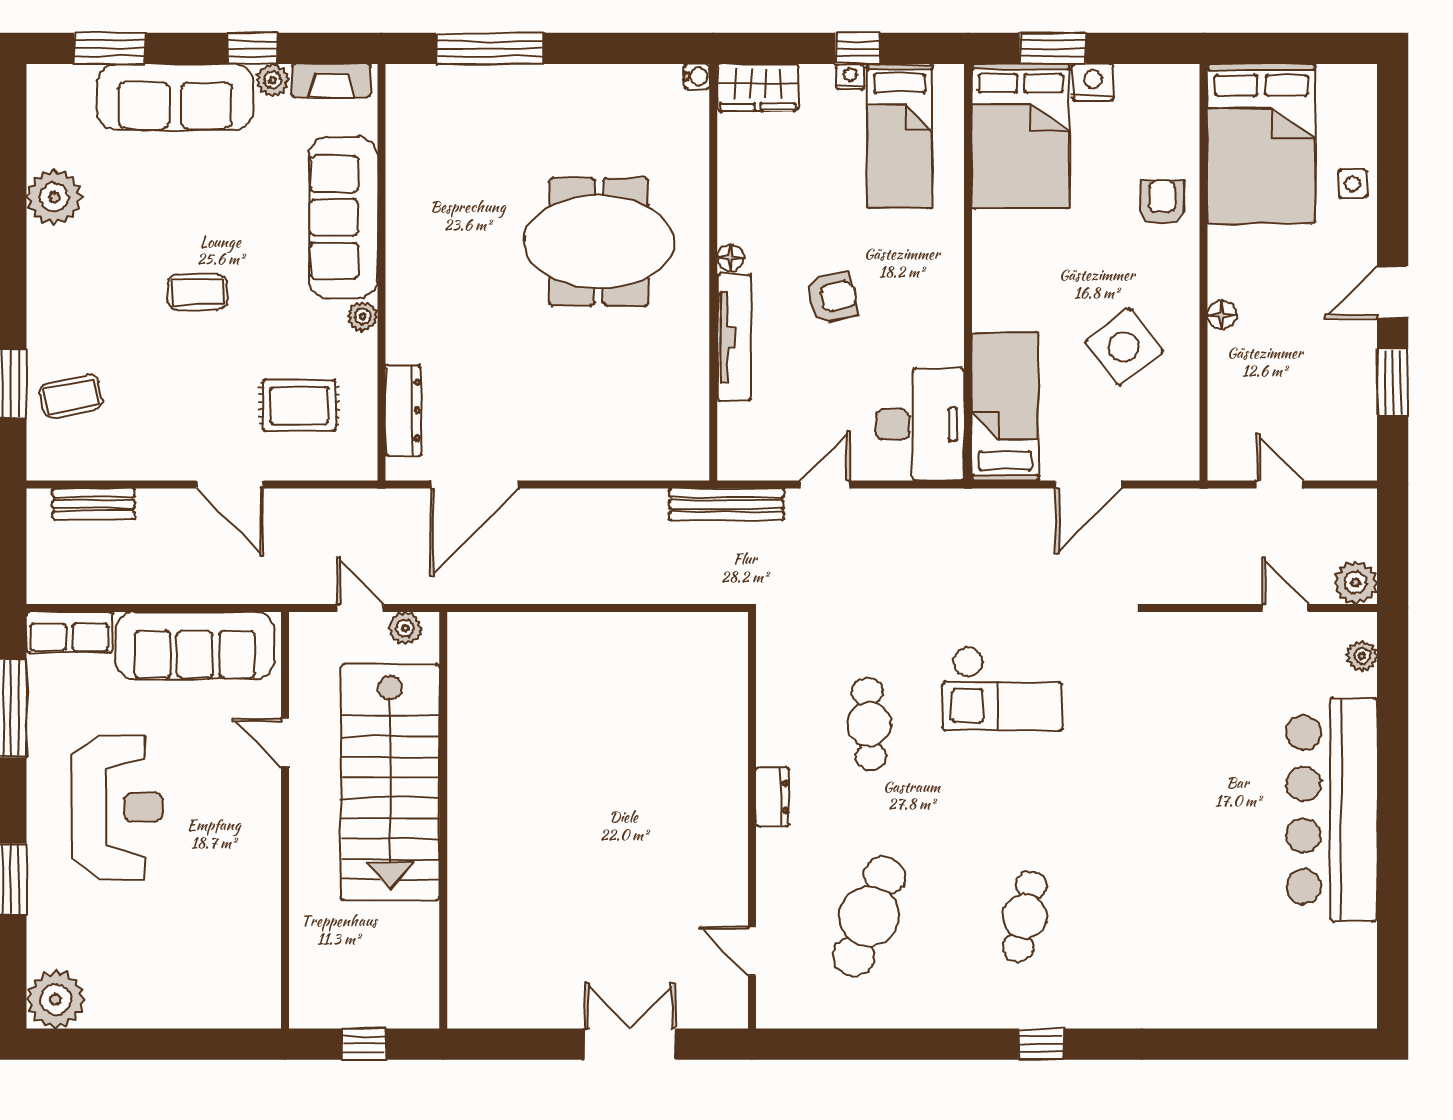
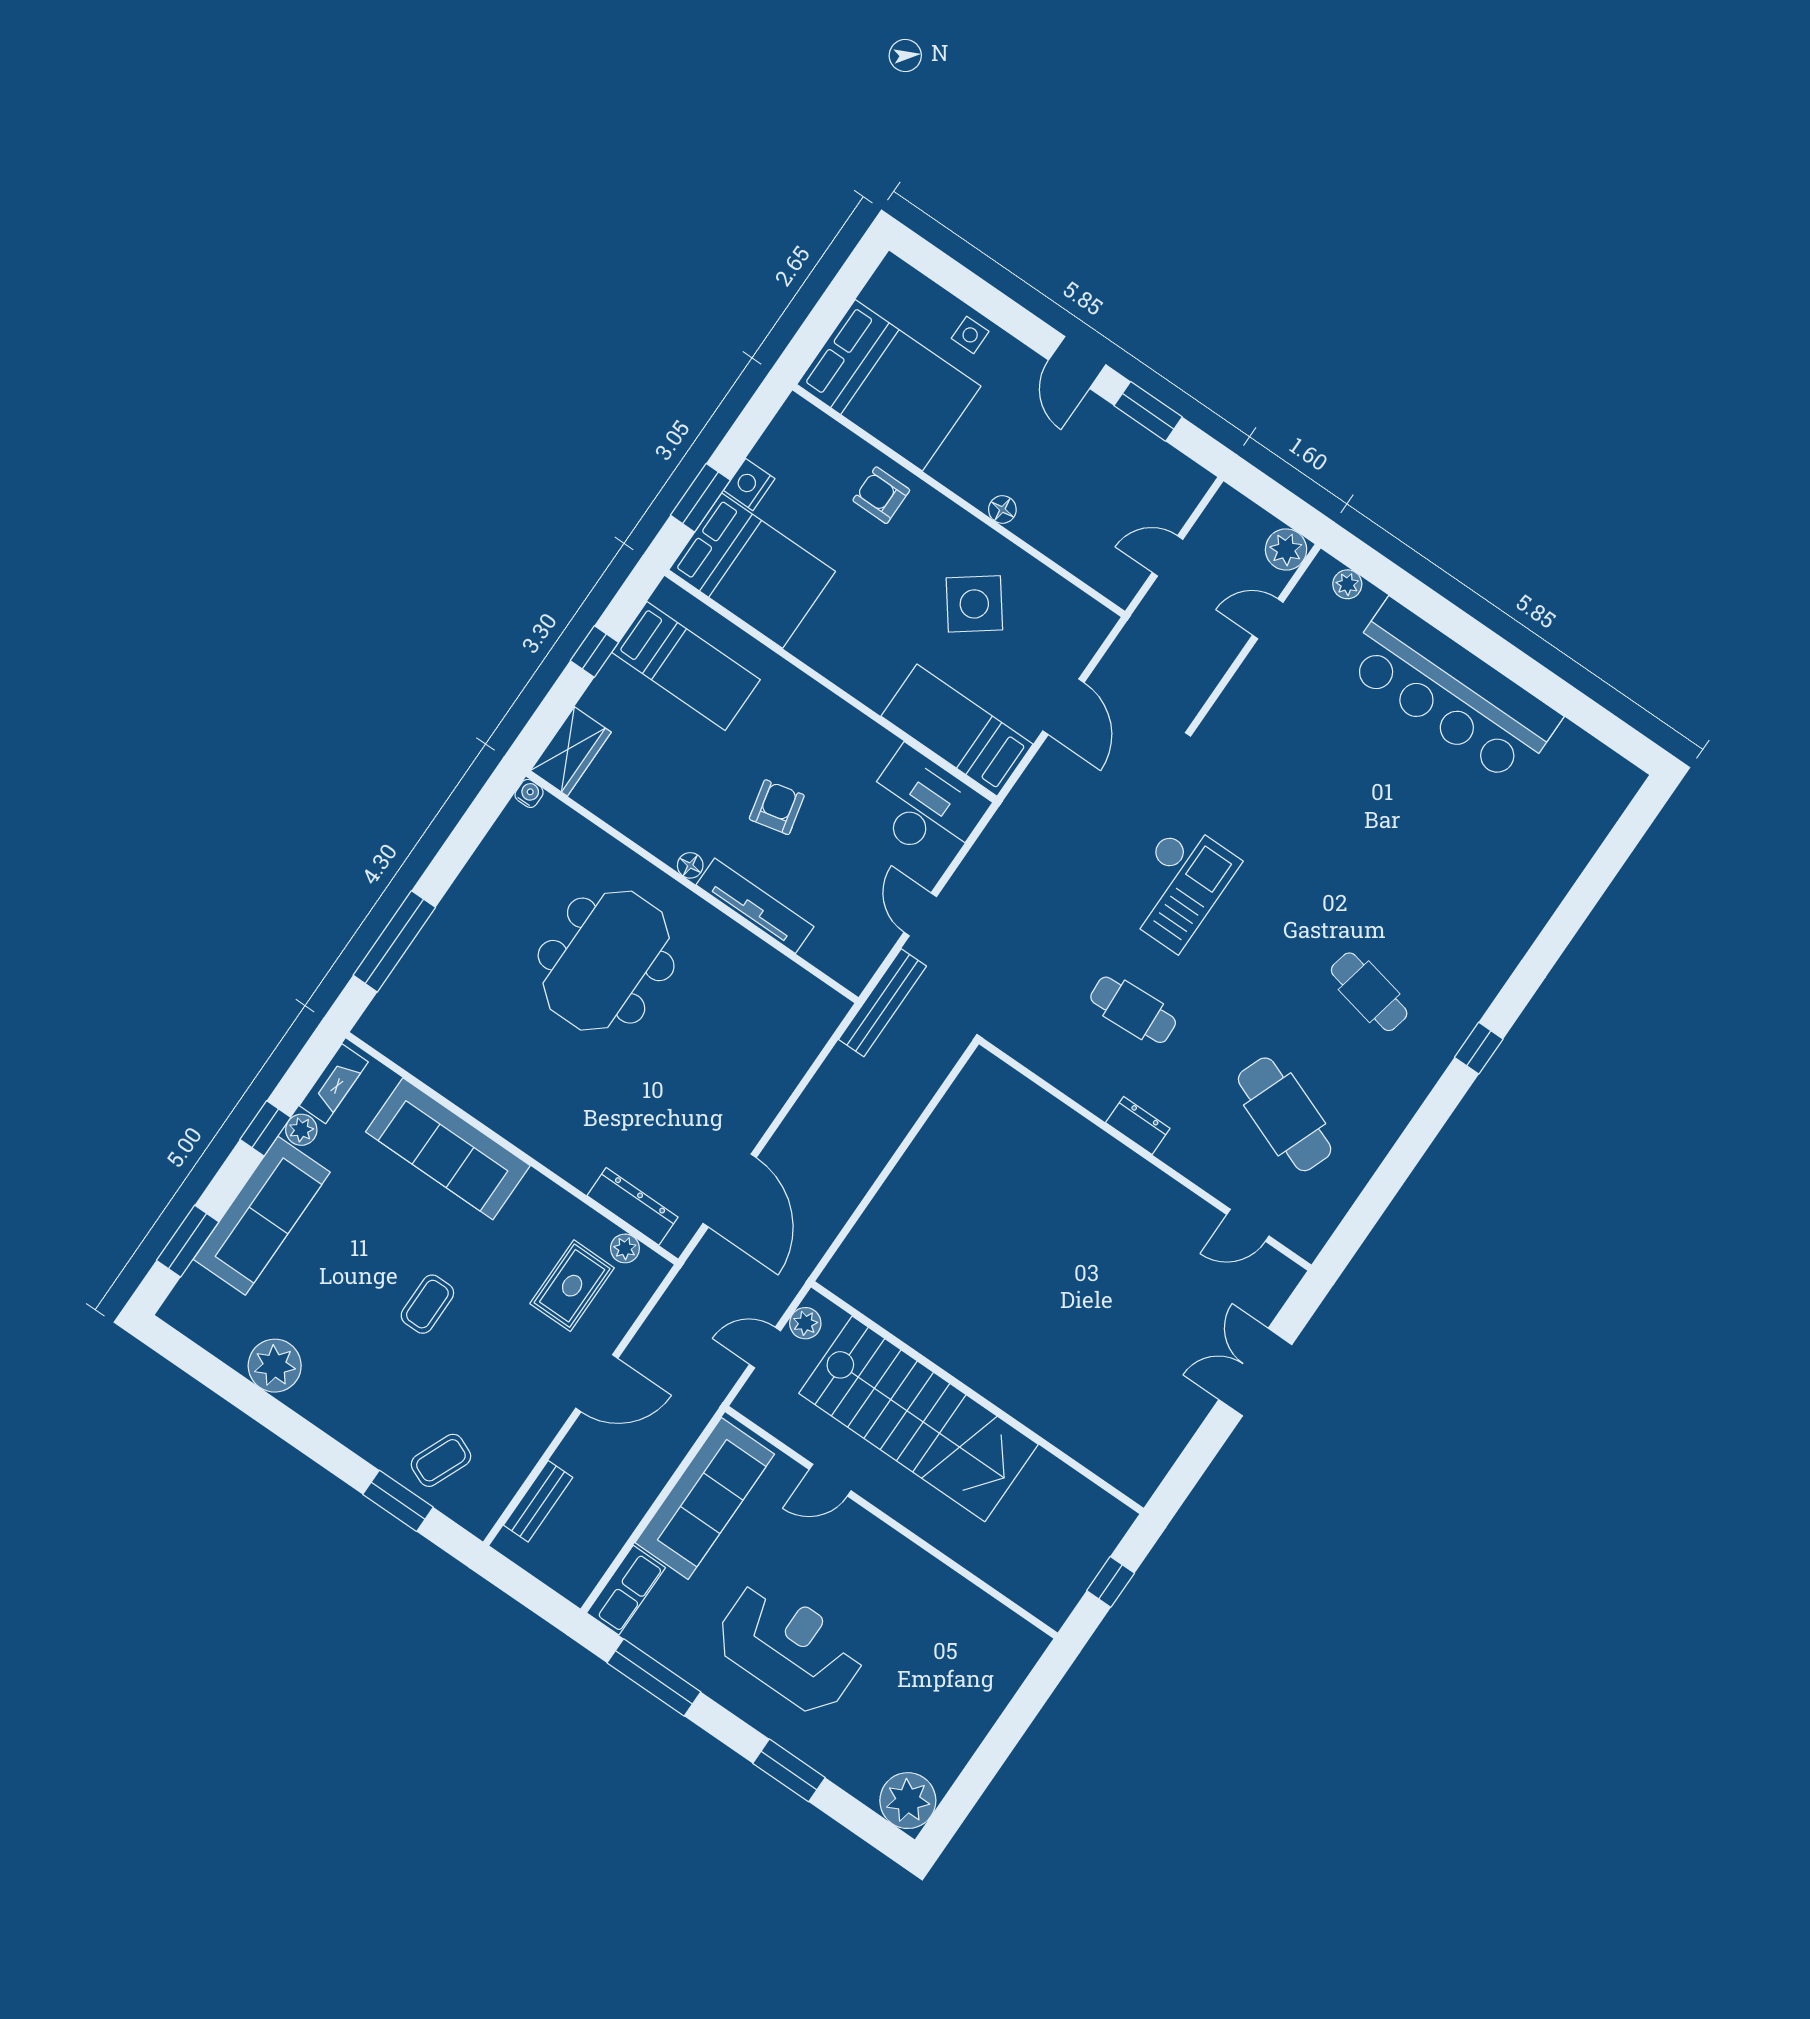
nightstand: (850, 77) -> (613, 673), removed
plant: (362, 316) -> (625, 1248), moved
coffee table: (71, 396) -> (441, 1460), turned 35

